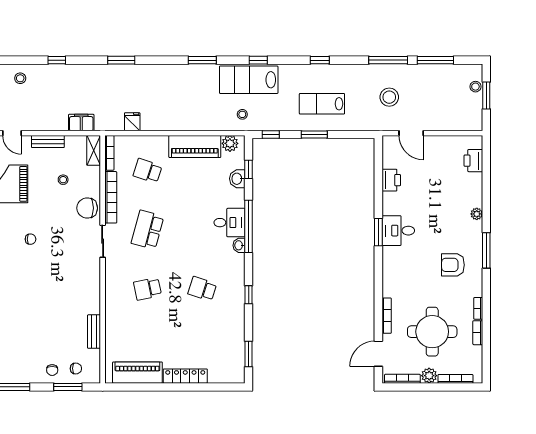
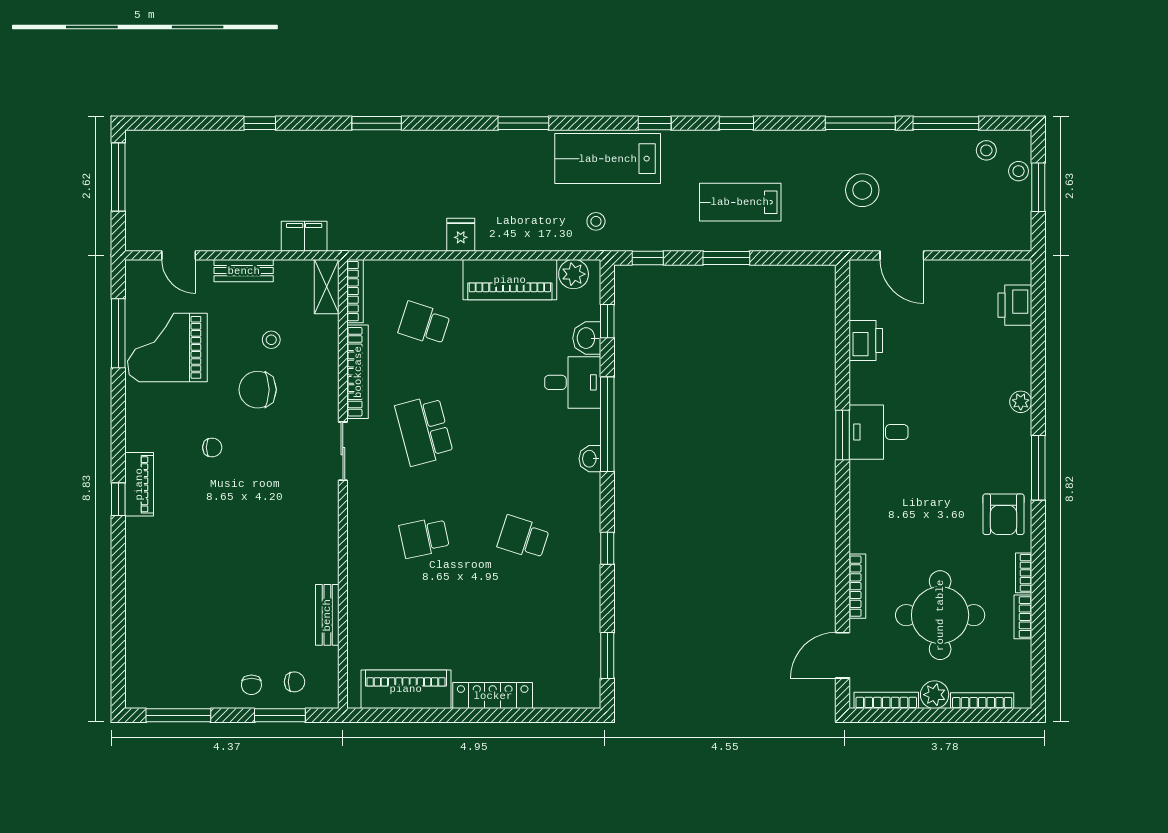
window: (258, 60) -> (655, 123), moved
stool: (20, 78) -> (986, 150), moved
fridge: (132, 122) -> (461, 235), moved
chair: (87, 208) -> (258, 390), moved
desk: (229, 223) -> (573, 382), moved
school desk: (148, 230) -> (424, 431), turned -30
armchair: (453, 265) -> (1003, 514), moved, turned -90

